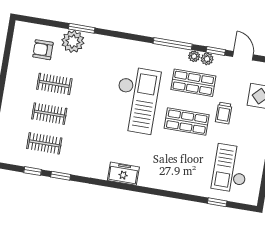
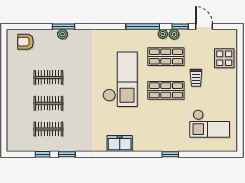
plant: (73, 41) -> (63, 34), width x0.53, depth x0.53
armchair: (43, 50) -> (26, 42), moved
checkout: (231, 168) -> (210, 124), turned -90
window: (217, 202) -> (170, 154), moved

